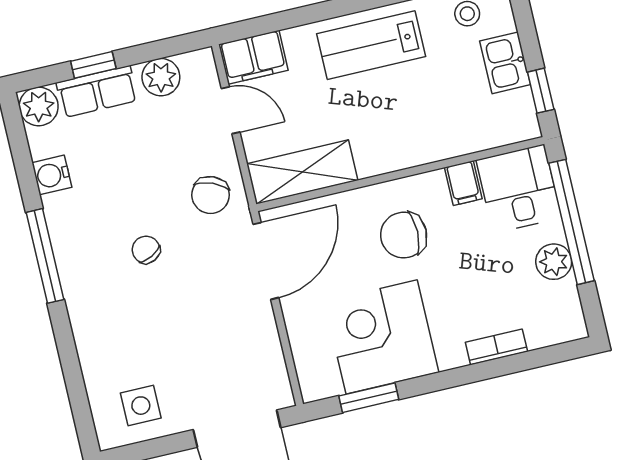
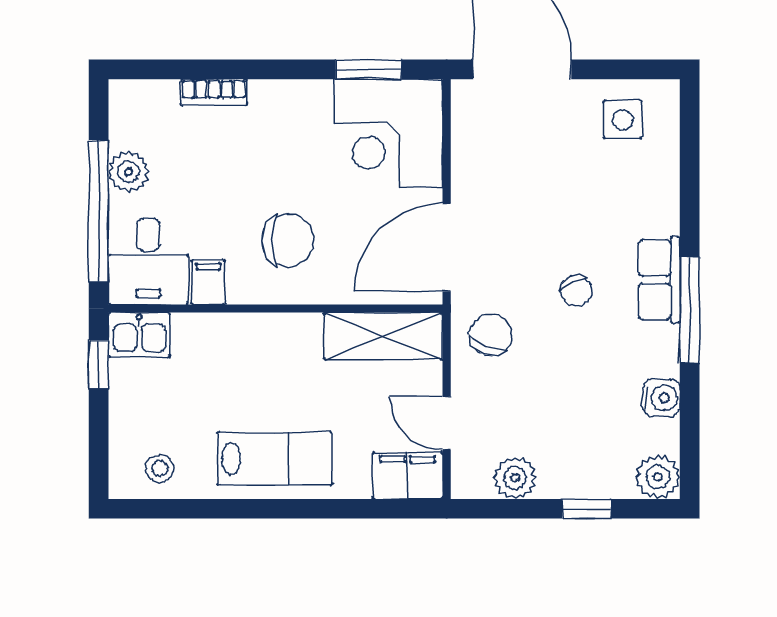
kitchen sink: (505, 63) -> (139, 335), moved, turned 90
row of seats: (97, 92) -> (659, 280), moved, turned -90
corner desk: (382, 337) -> (389, 133), moved, turned 90

